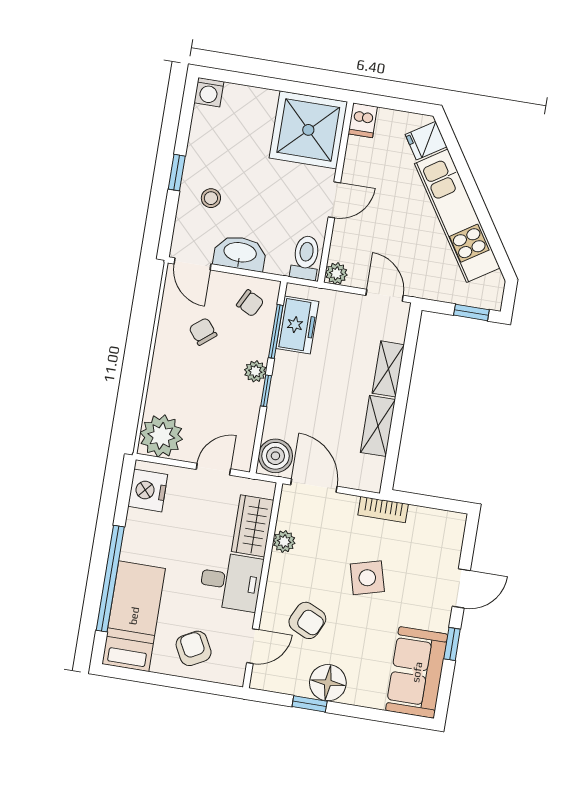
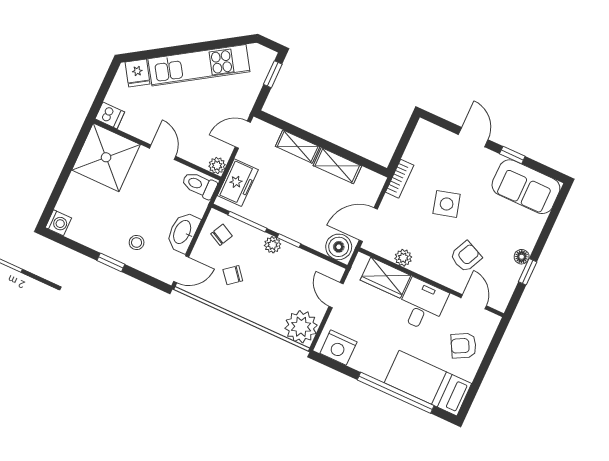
freezer: (297, 325) -> (238, 183), moved, turned 90
floor lamp: (328, 683) -> (522, 257), width x0.53, depth x0.53

